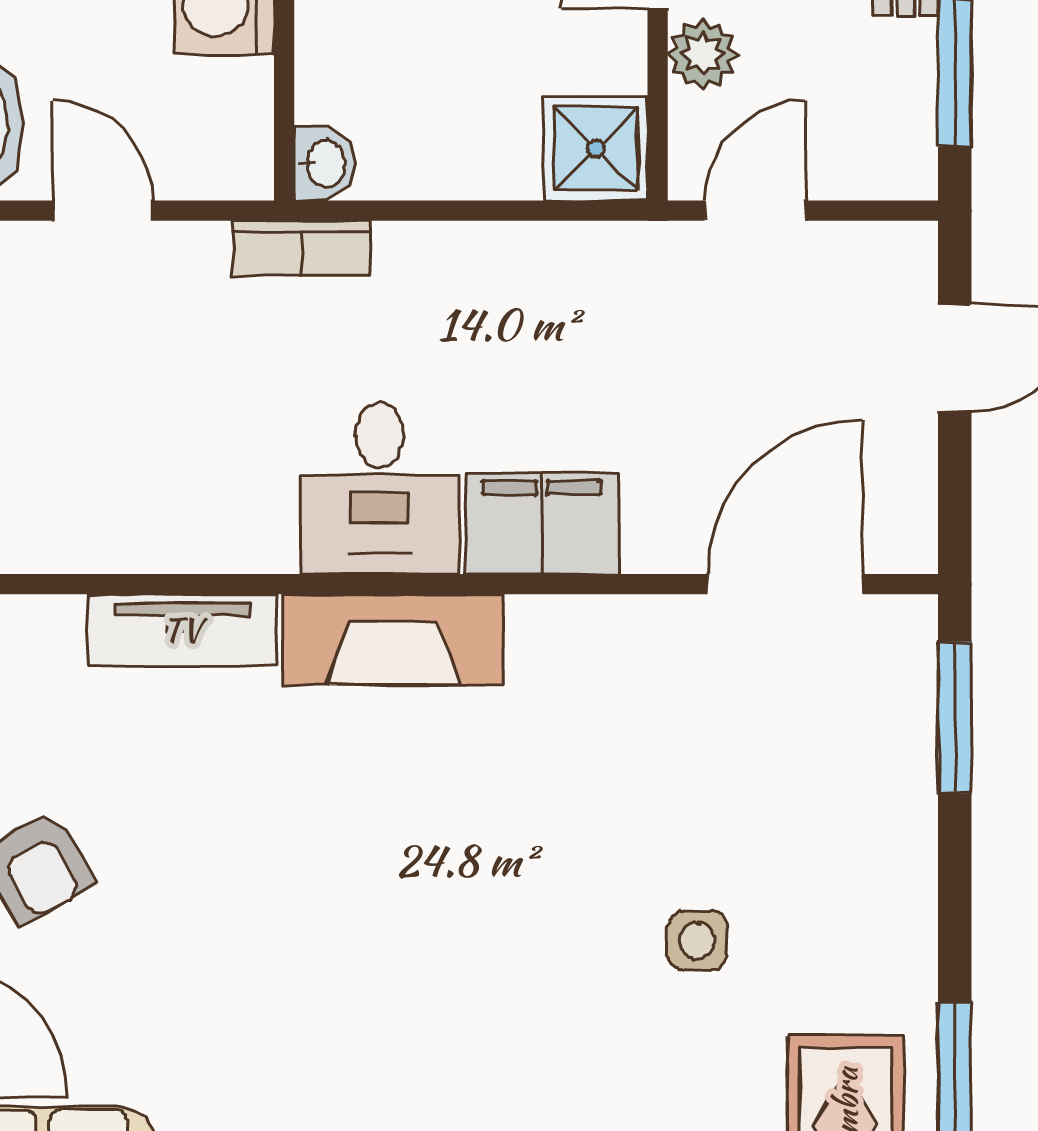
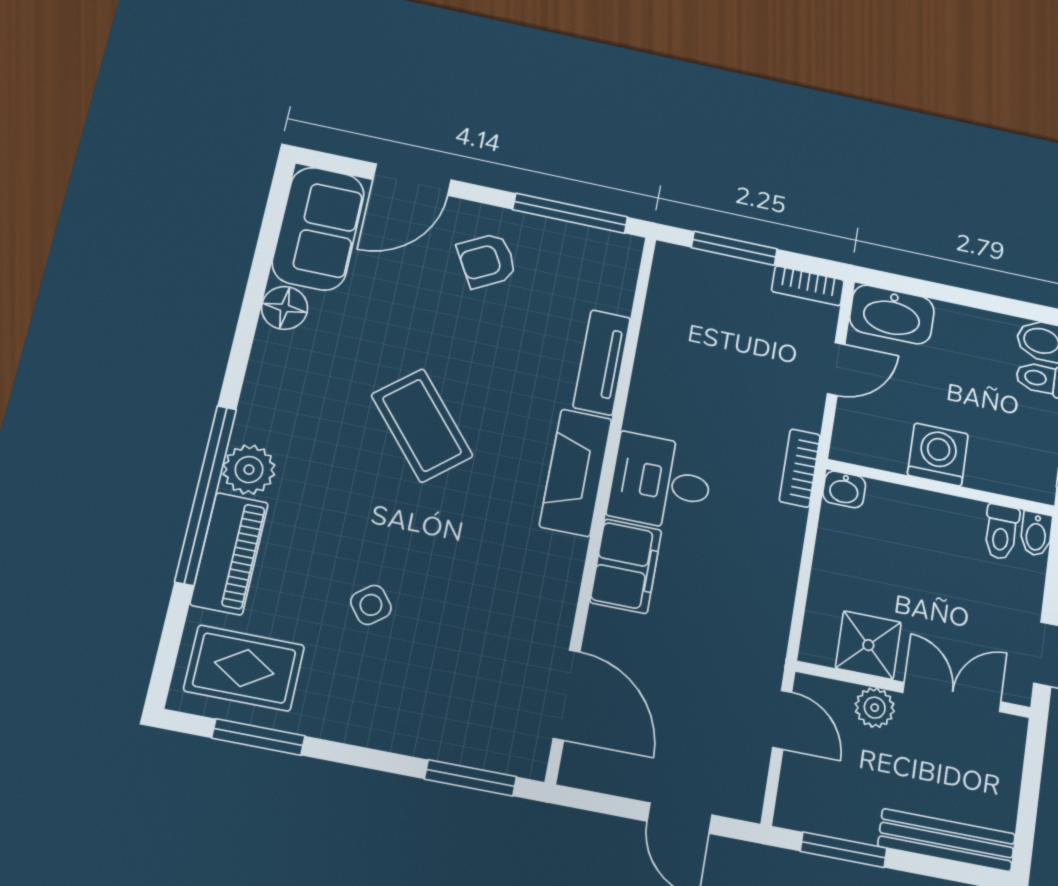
shower: (596, 149) -> (868, 645), moved
coffee table: (365, 919) -> (422, 425), added
side table: (697, 940) -> (371, 605), turned -38

